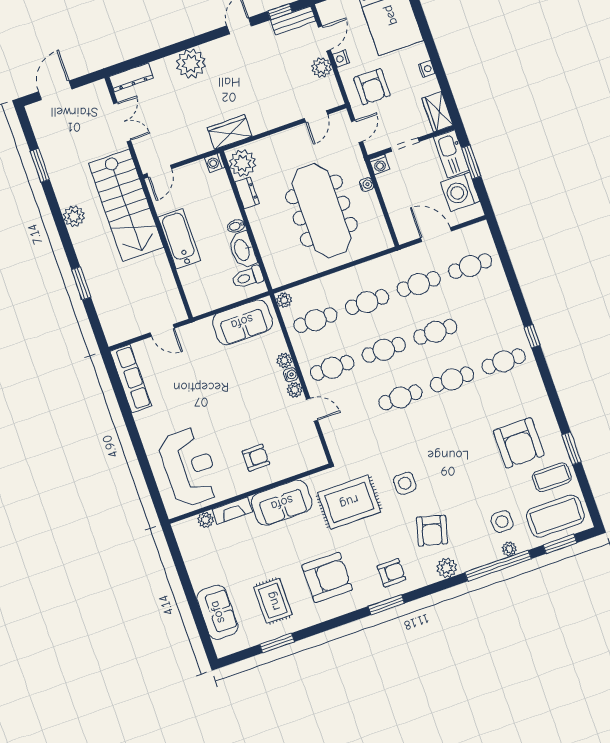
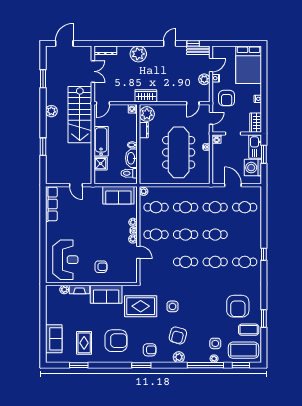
shower: (192, 278) -> (101, 164), added

